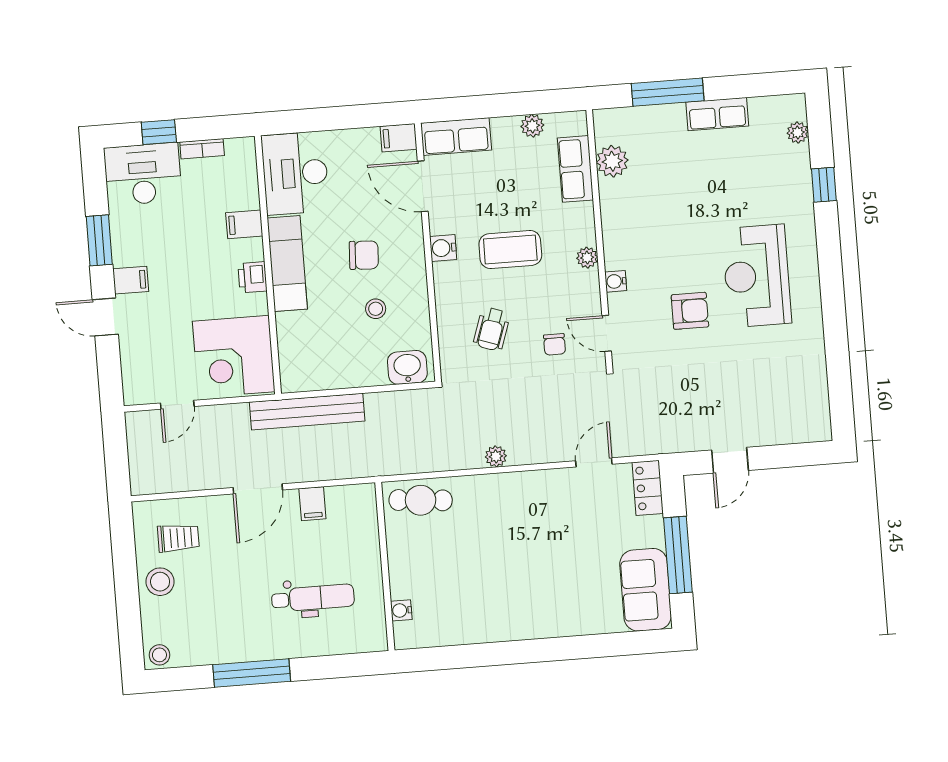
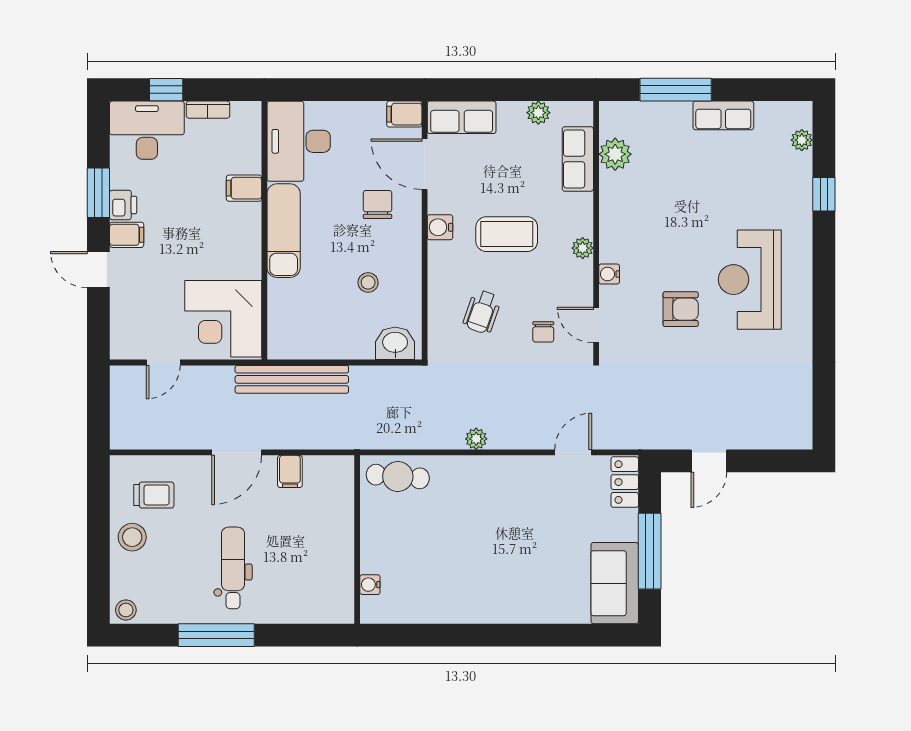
chair: (364, 255) -> (378, 205), moved, turned -93
printer: (253, 277) -> (123, 205), moved, turned 180
dental chair: (313, 598) -> (233, 568), moved, turned -90

